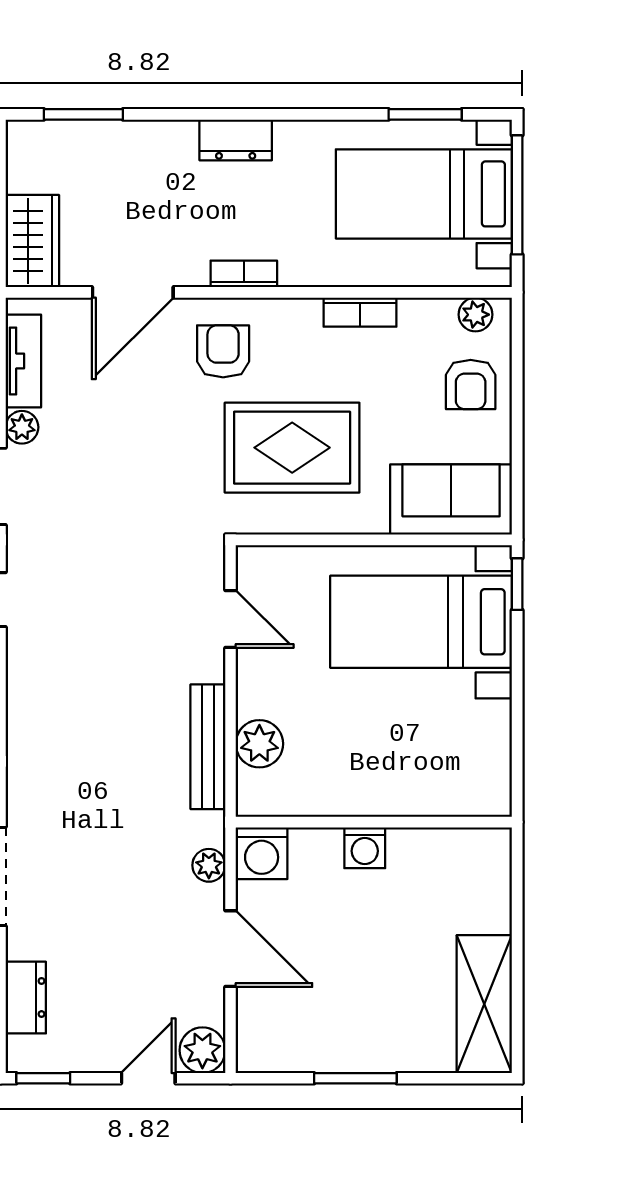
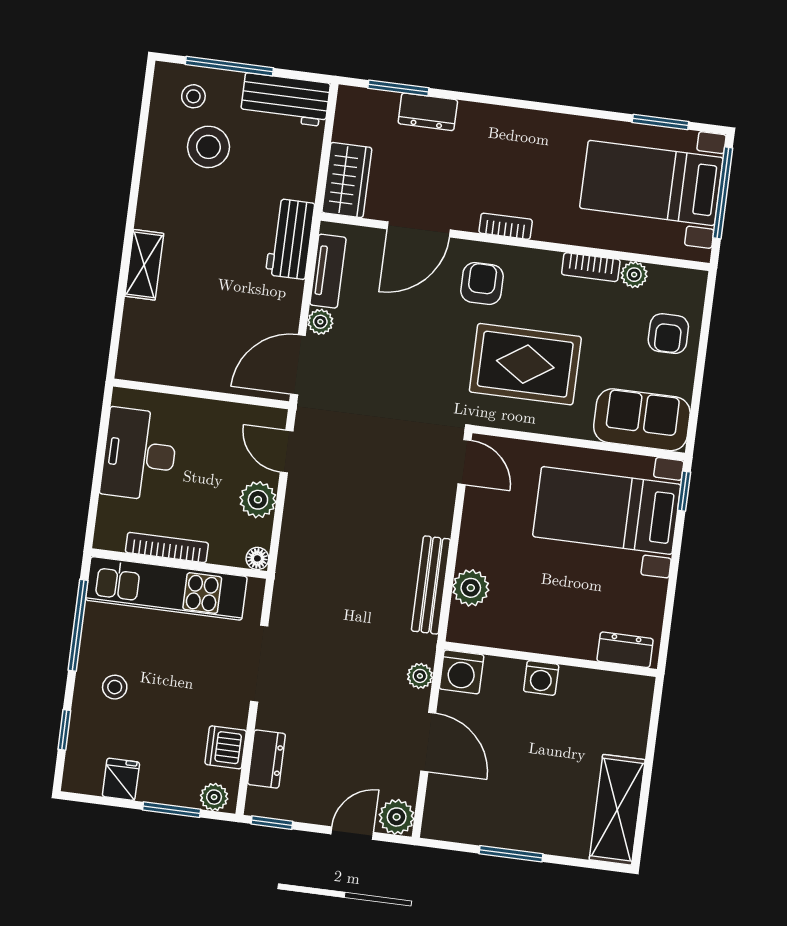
dresser: (236, 140) -> (428, 112), moved
plant: (475, 315) -> (634, 275), moved
door: (230, 619) -> (465, 462), moved
dresser: (468, 798) -> (625, 650), added

